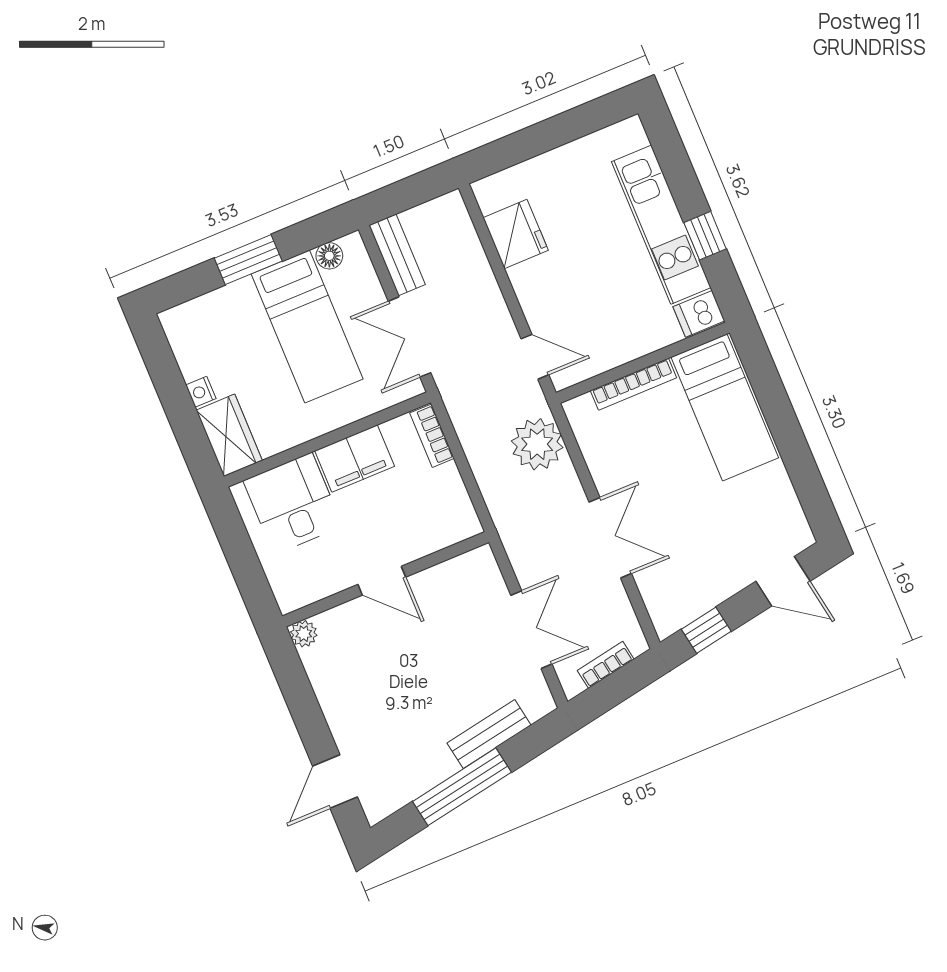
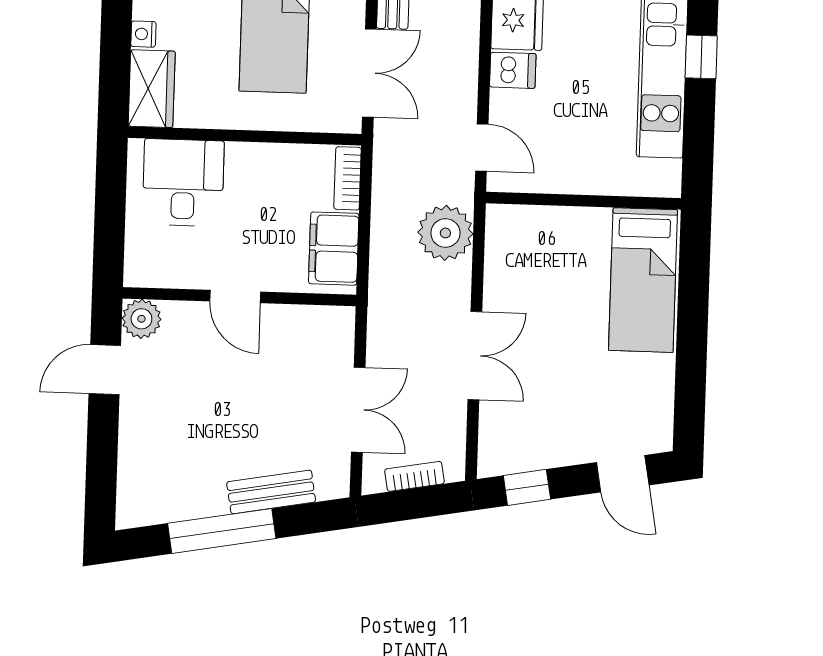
window: (705, 236) -> (701, 57), moved
dishwasher: (699, 314) -> (513, 70), moved, turned 180
double door: (410, 337) -> (369, 73), swing flipped
bookcase: (633, 384) -> (565, 217), removed
filing cabinet: (355, 458) -> (334, 249), moved, turned 90
plant: (304, 634) -> (141, 319), width x1.38, depth x1.38
door: (335, 782) -> (105, 370), moved

